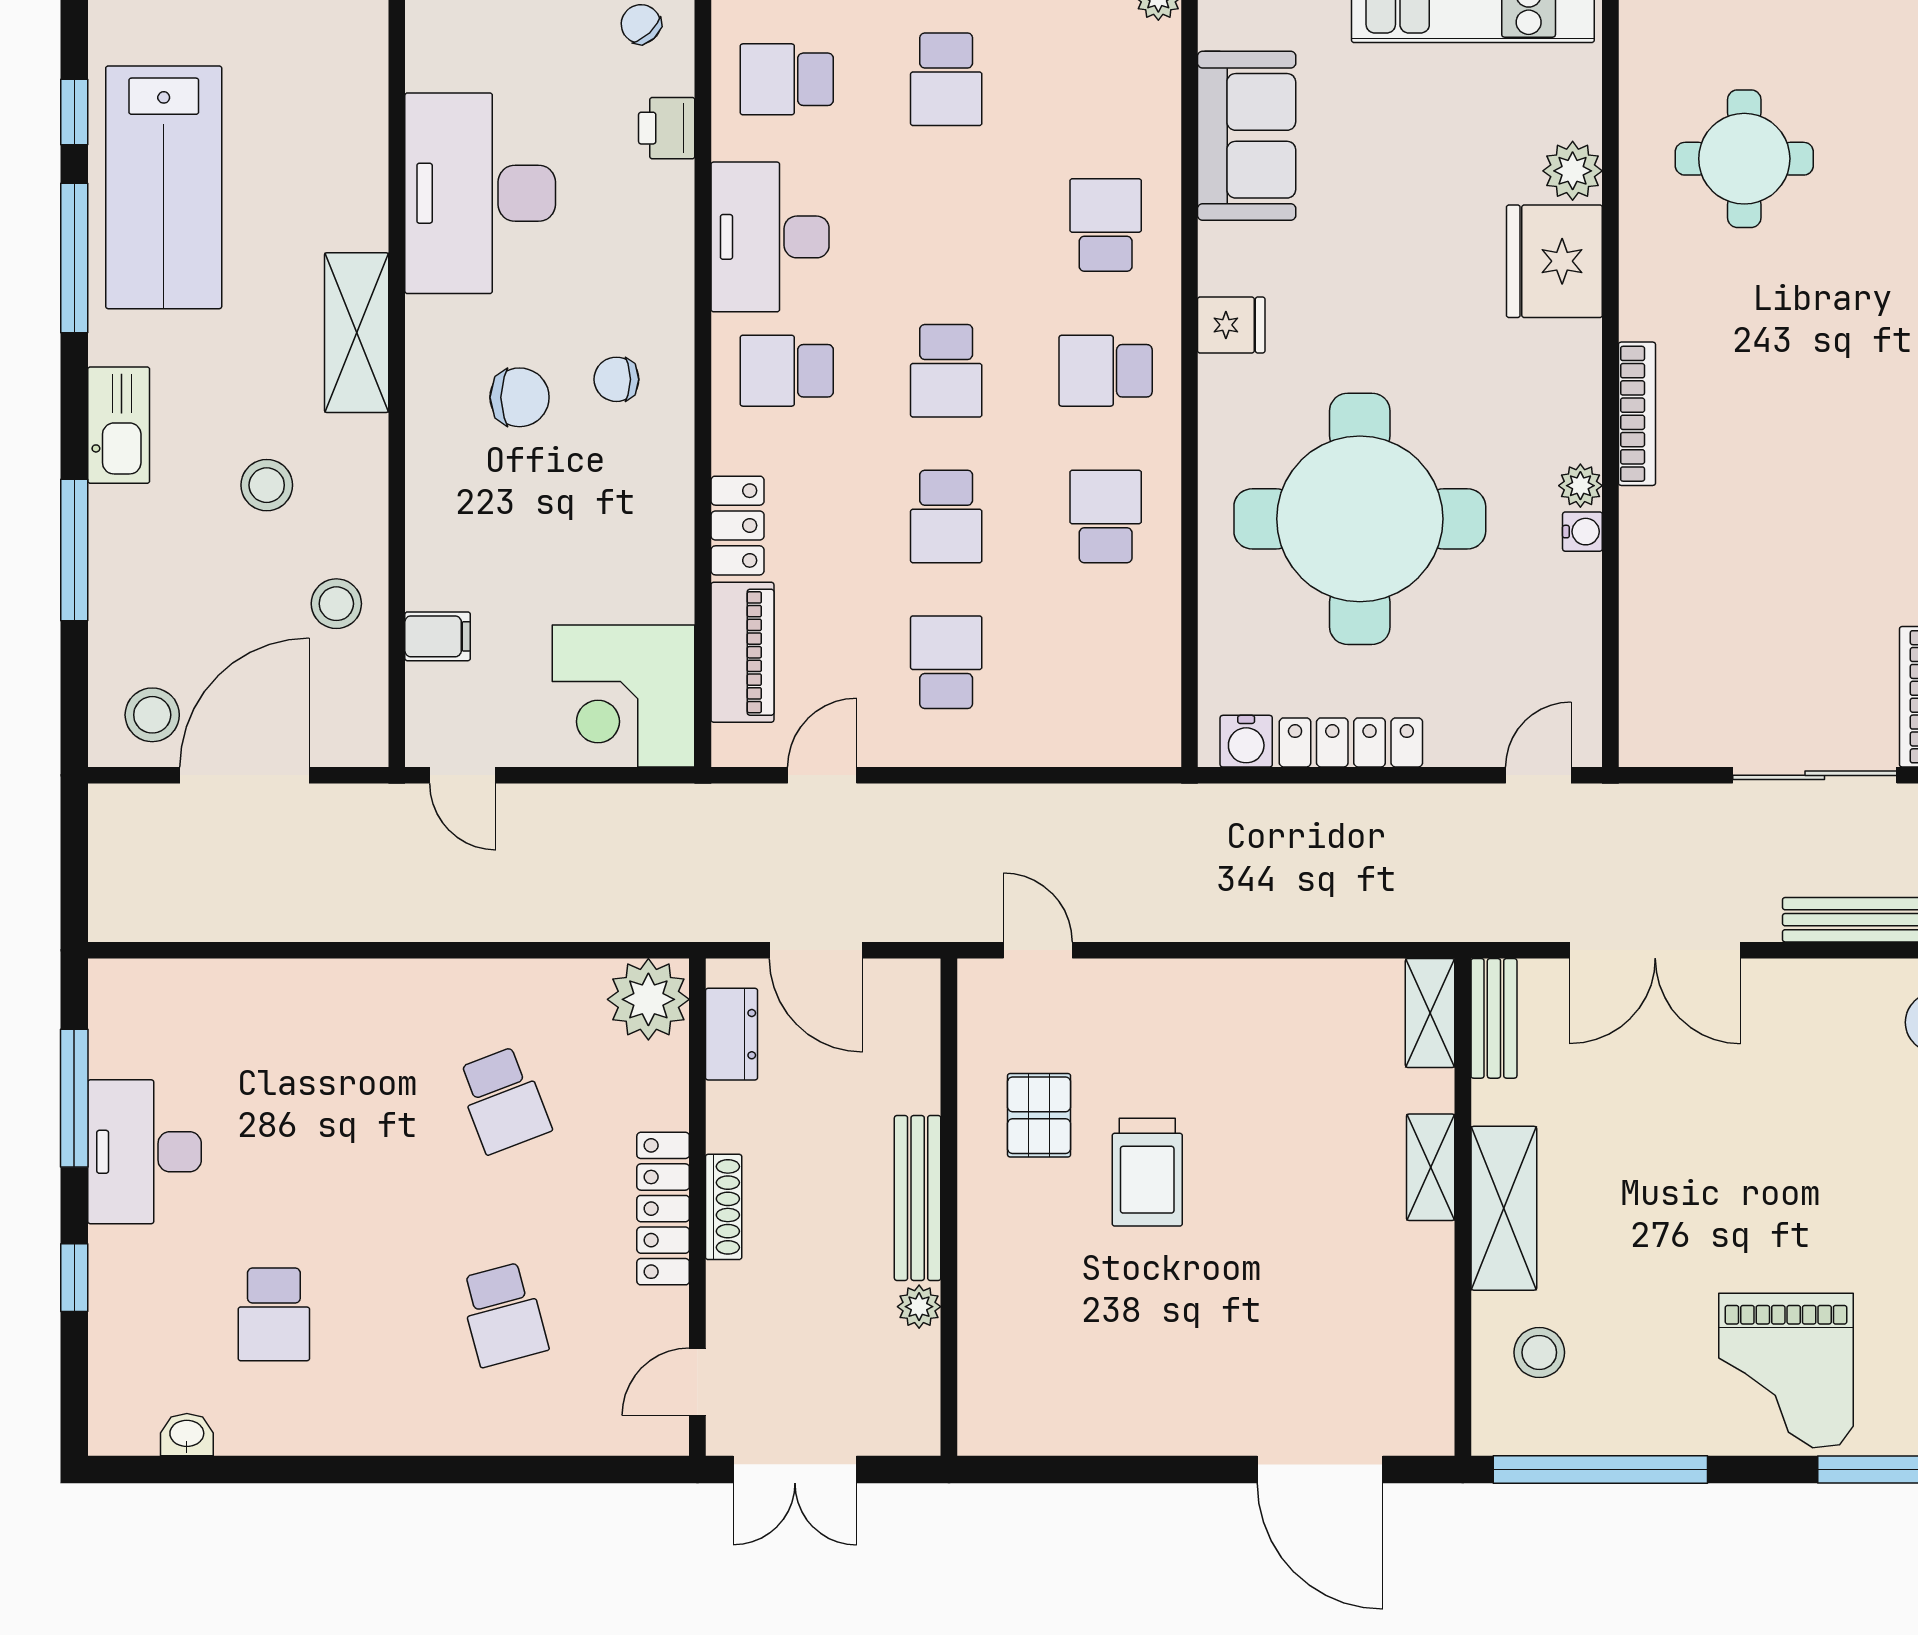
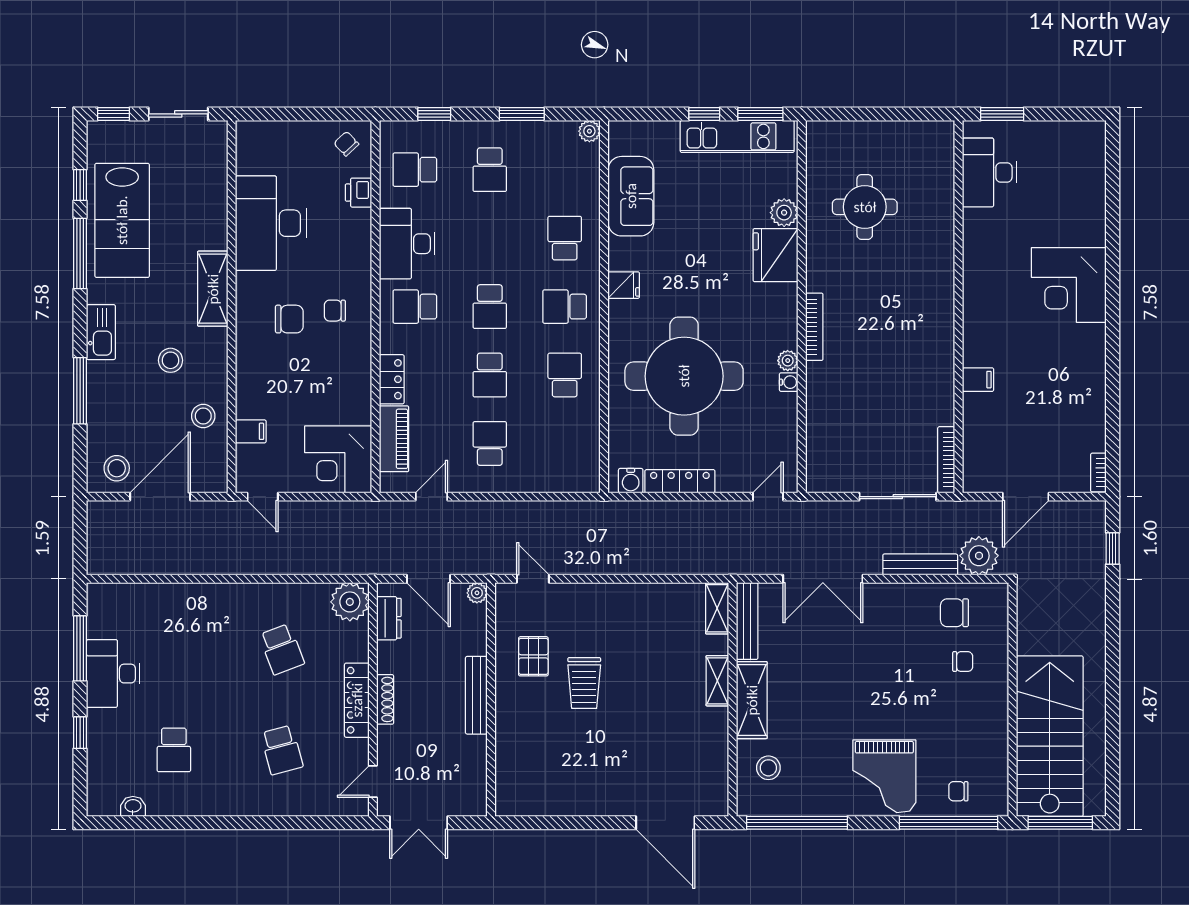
bench: (1494, 1018) -> (747, 621), width x1.36
plant: (919, 1307) -> (477, 593), moved

